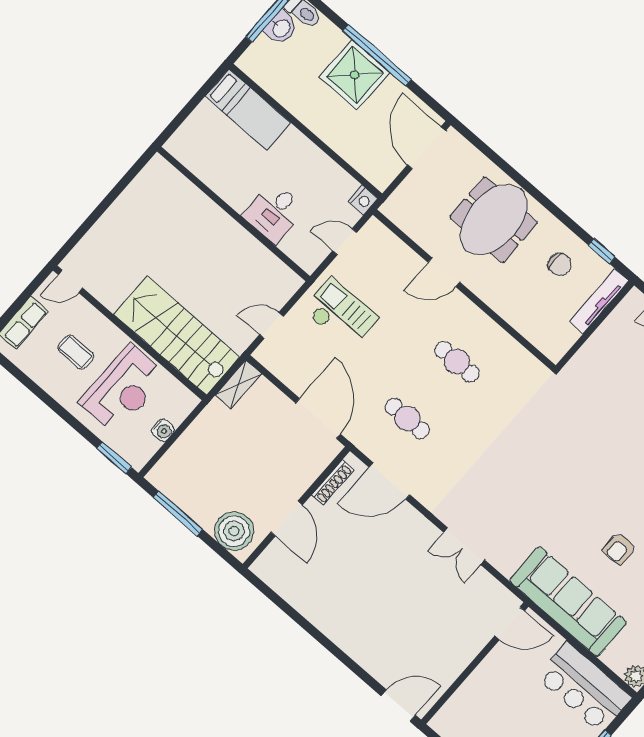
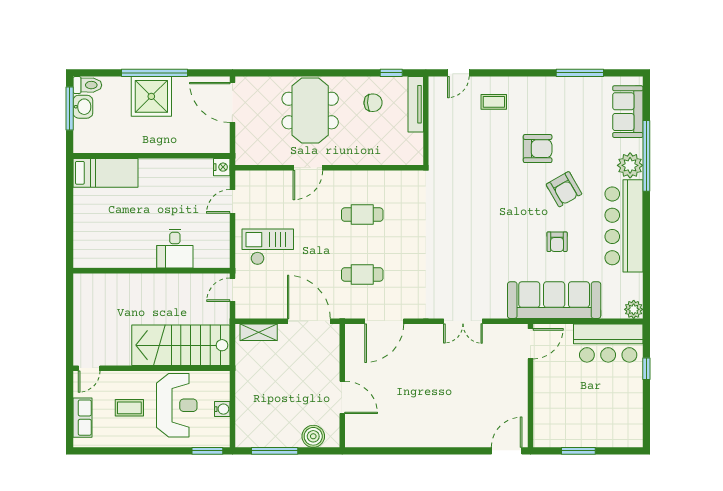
desk: (274, 212) -> (175, 249), moved
wall: (233, 214) -> (151, 271), moved
shelving: (238, 385) -> (259, 332), moved, turned 90
shoe rack: (333, 483) -> (351, 352), removed
boiler: (234, 531) -> (313, 436), width x0.73, depth x0.73

